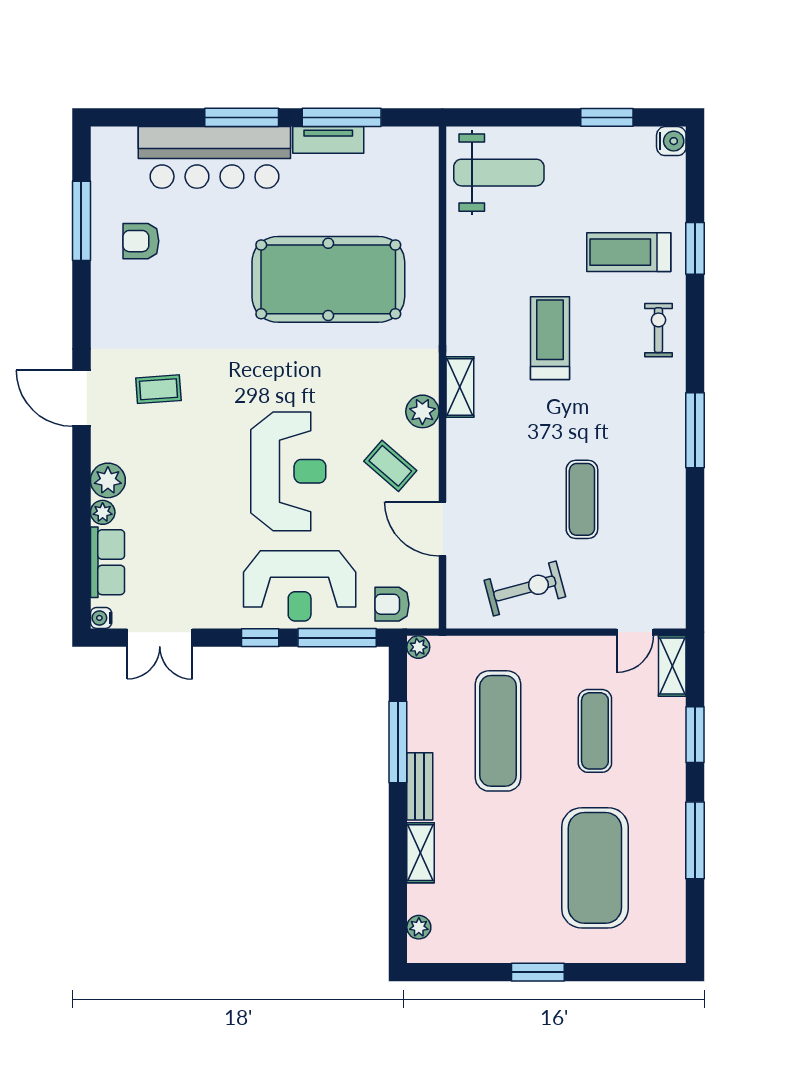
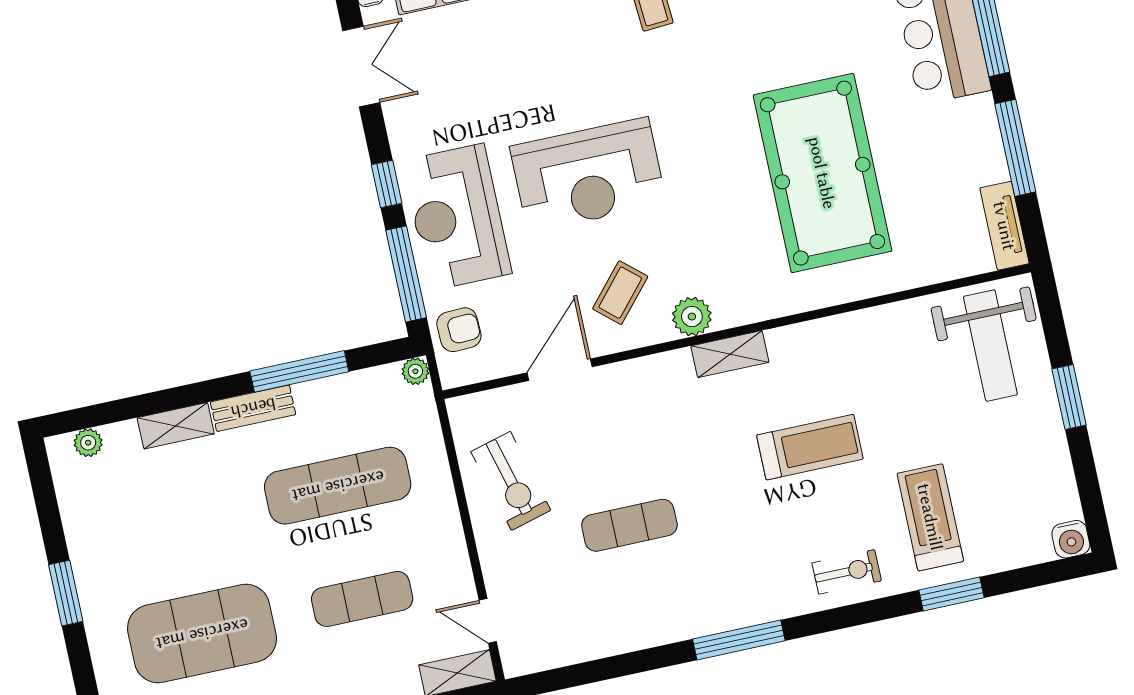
window: (607, 117) -> (1069, 397), moved
tv unit: (328, 140) -> (1004, 226), moved
armchair: (392, 604) -> (459, 330), turned 88
double door: (160, 638) -> (361, 67), swing flipped

